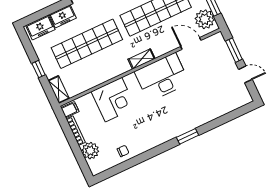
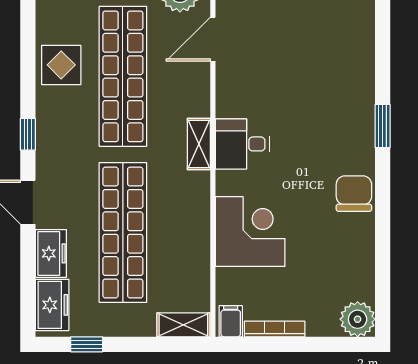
window: (39, 69) -> (87, 344), moved
desk: (162, 77) -> (242, 144), width x0.53, depth x0.77
plant: (90, 151) -> (358, 319), moved
chair: (123, 151) -> (354, 194), moved, width x1.87, depth x1.87

